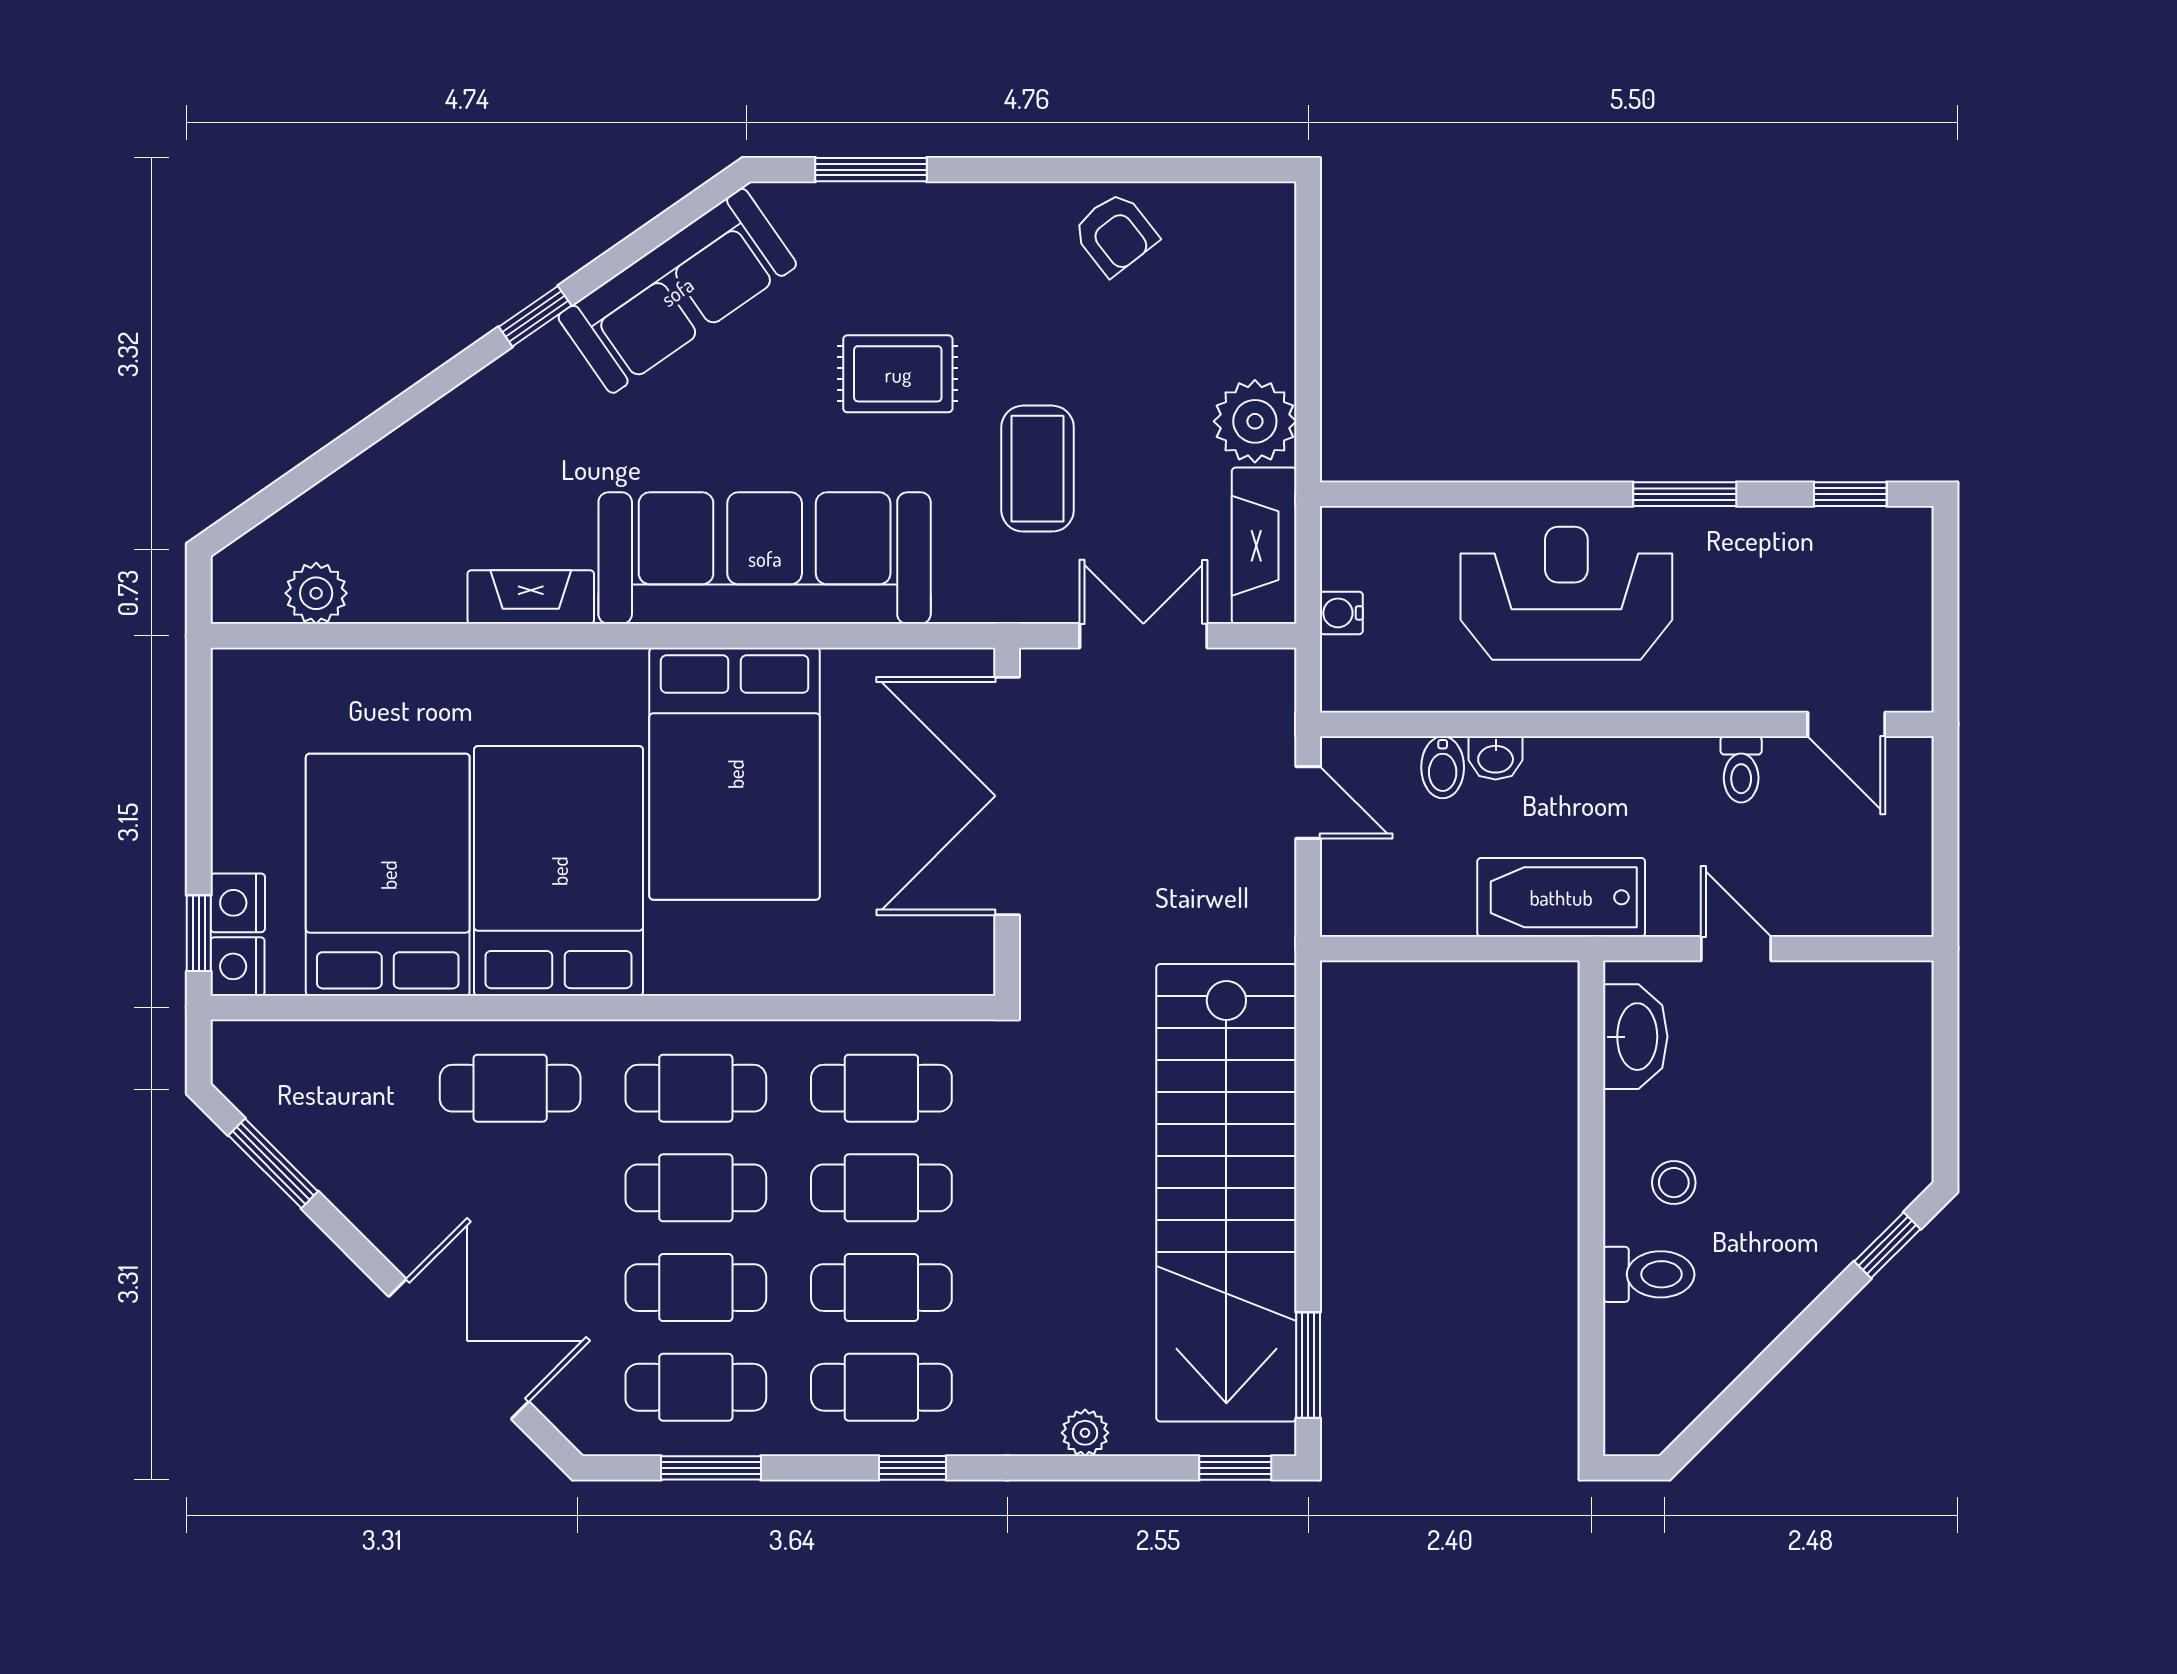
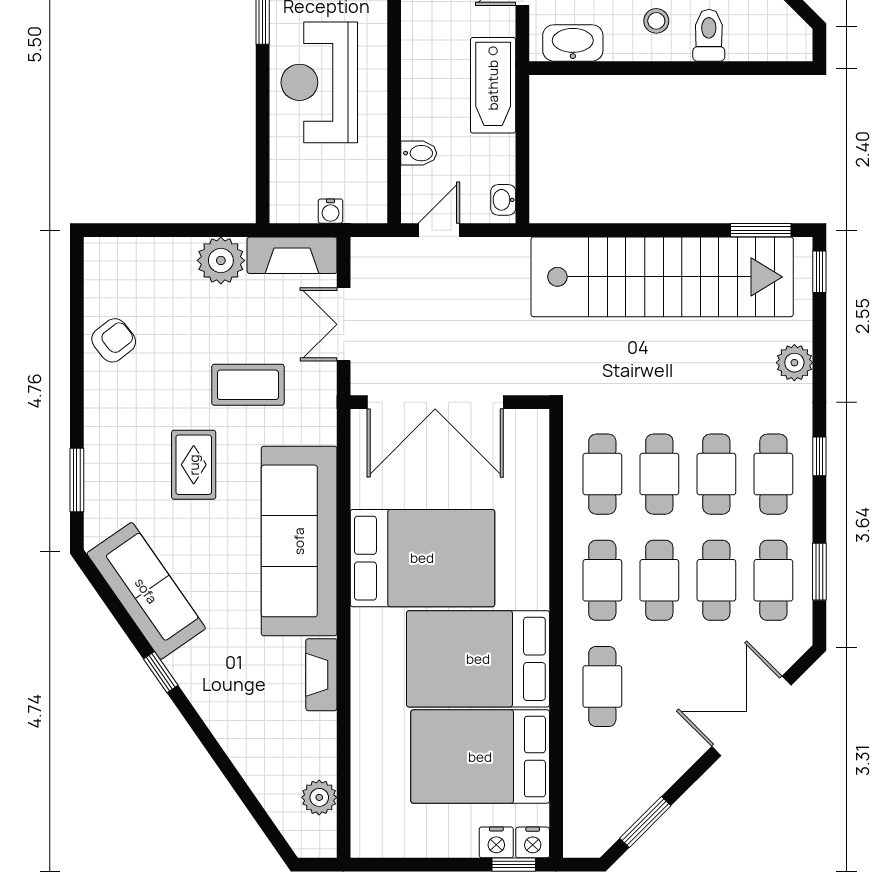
washbasin: (1496, 758) -> (503, 200), moved, turned 180
plant: (1085, 1433) -> (794, 363), width x1.38, depth x1.38

